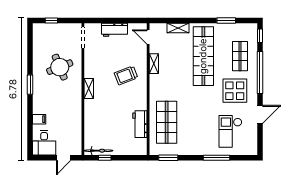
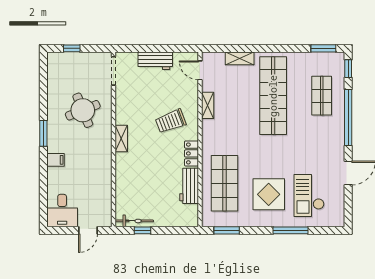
window: (226, 20) -> (323, 48), moved
display table: (235, 91) -> (269, 194), moved
locker: (142, 100) -> (191, 153), added
filing cabinet: (39, 119) -> (56, 160), moved

